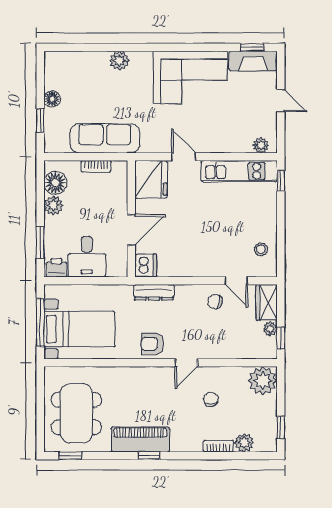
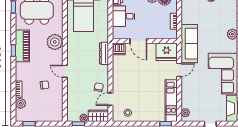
sofa: (105, 138) -> (189, 44), moved
armchair: (152, 344) -> (75, 53), removed
plant: (263, 381) -> (55, 42), moved

